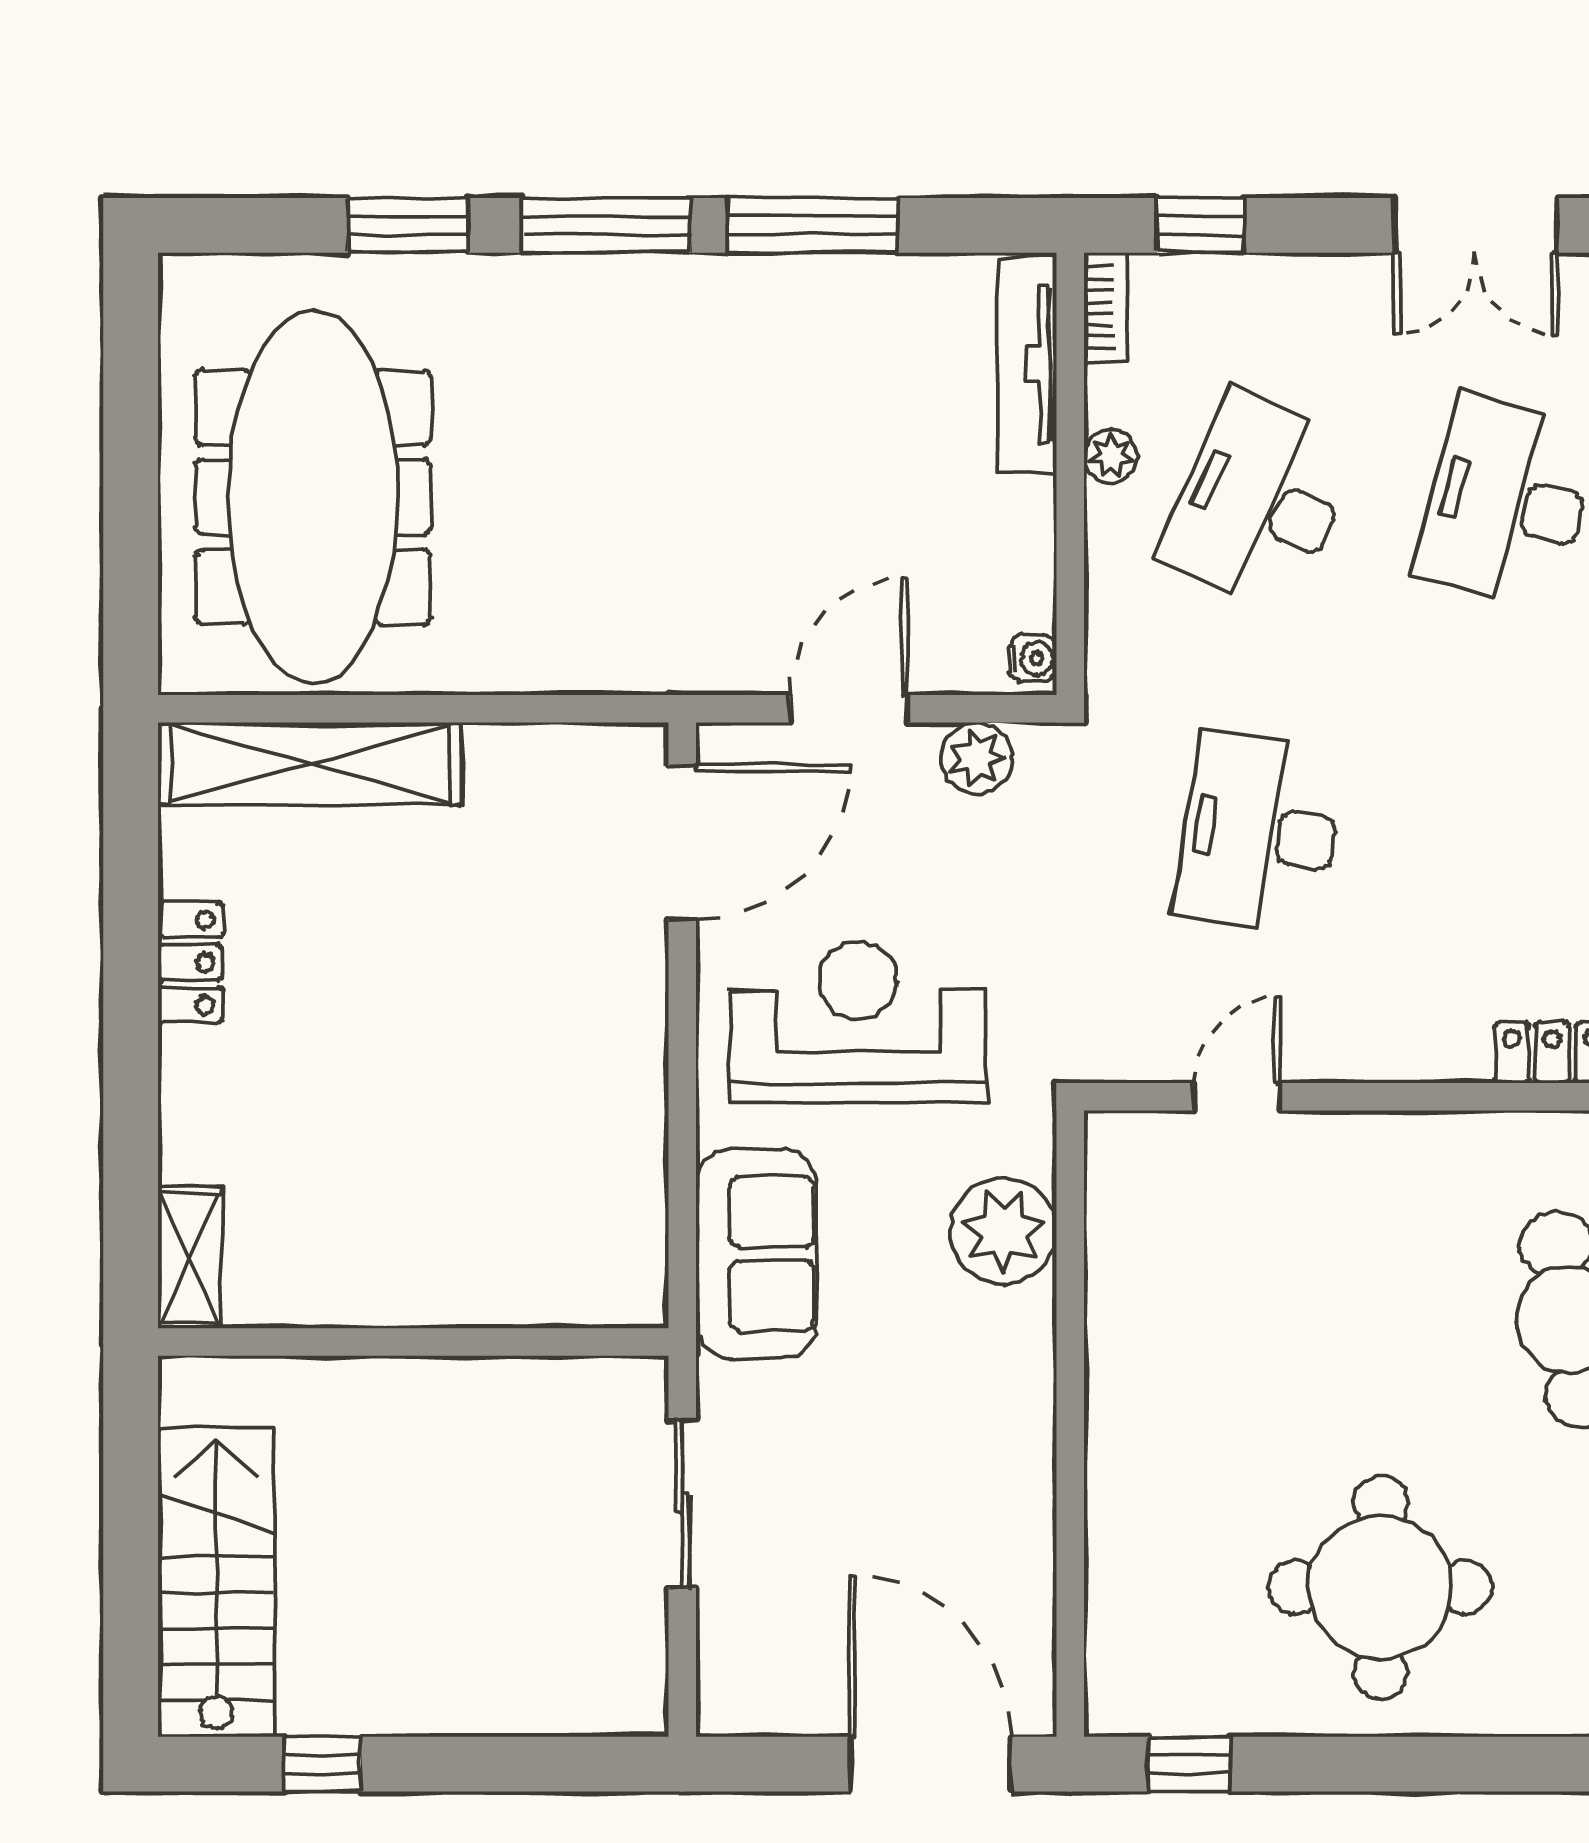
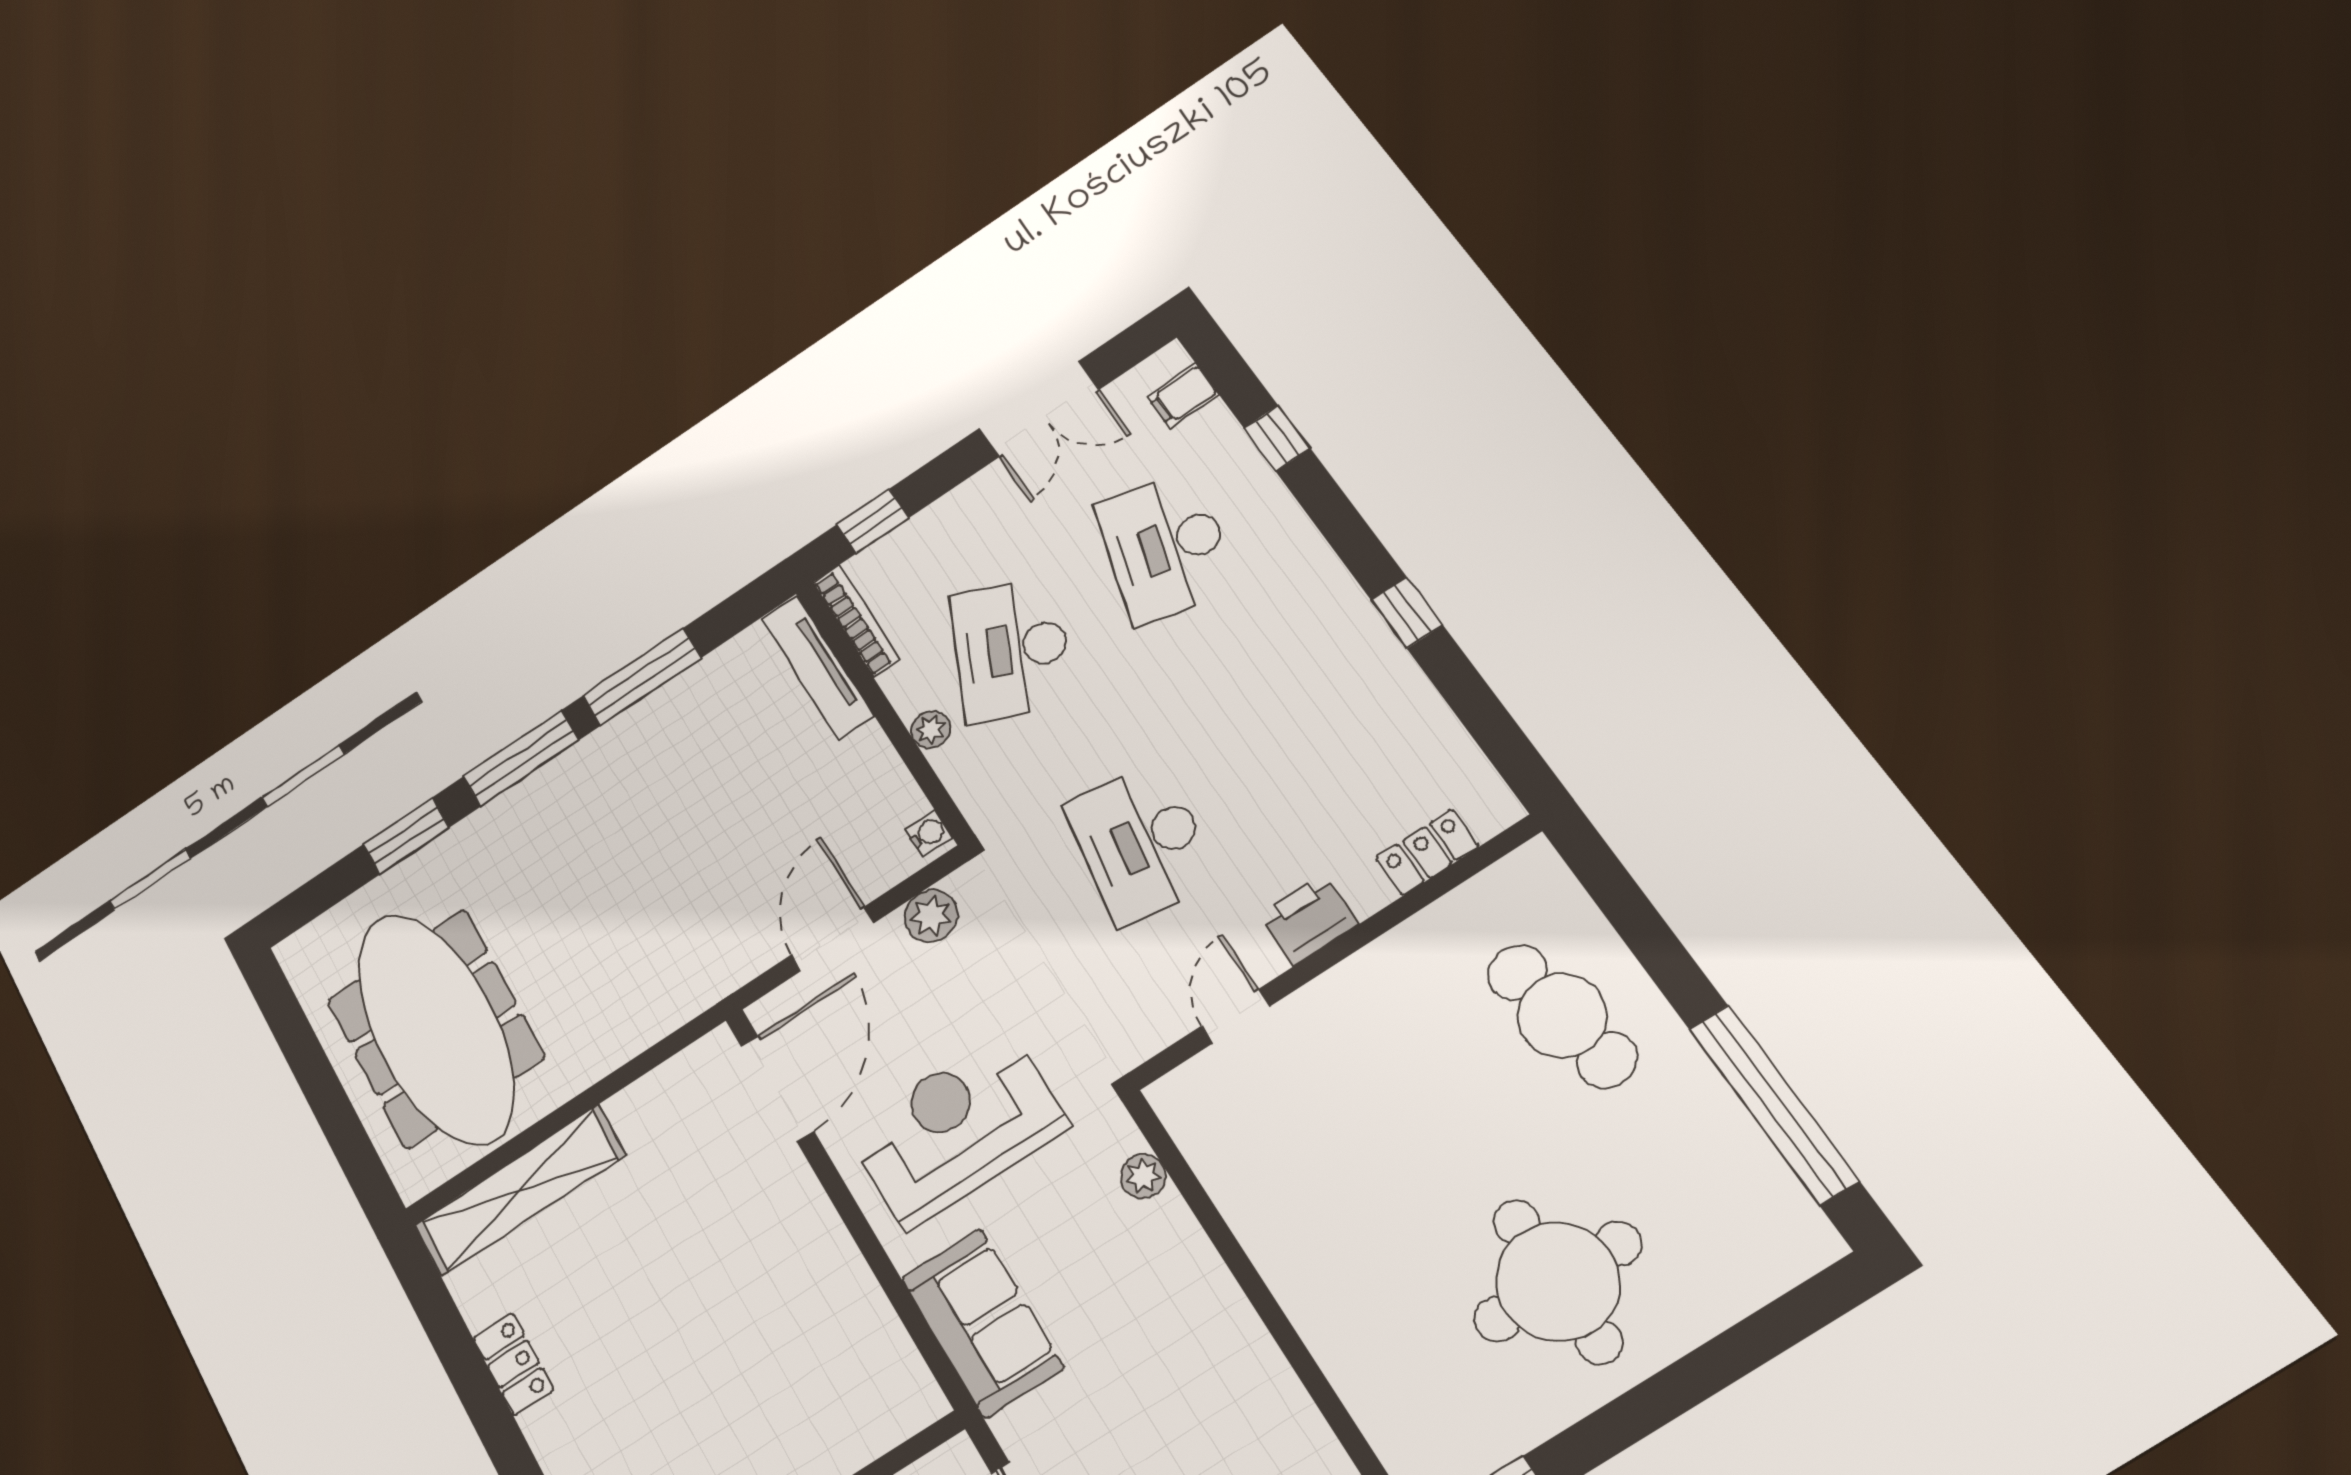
bookcase: (1106, 307) -> (856, 621), width x1.56
plant: (1111, 456) -> (931, 730), moved
printer: (1382, 1043) -> (1309, 920), added
plant: (1004, 1231) -> (1143, 1176), width x0.53, depth x0.53

